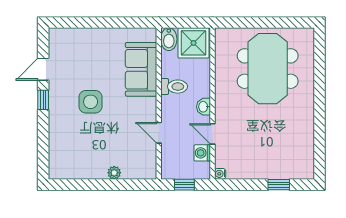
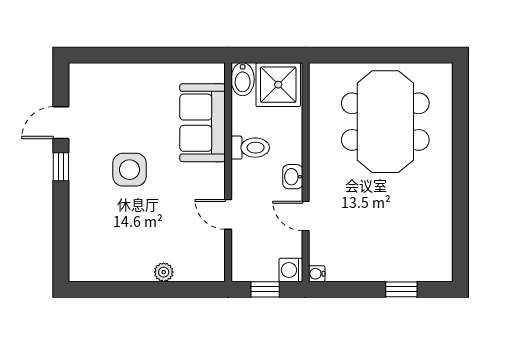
washing machine: (202, 153) -> (291, 270), moved

